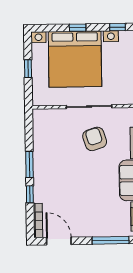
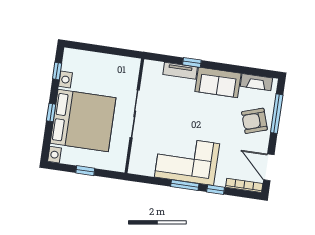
armchair: (95, 139) -> (254, 121), moved
corner sofa: (53, 163) -> (187, 160), added
door: (59, 241) -> (269, 167), hinge flipped

